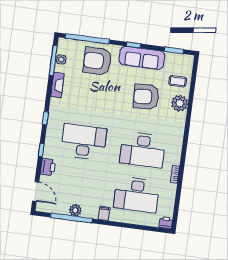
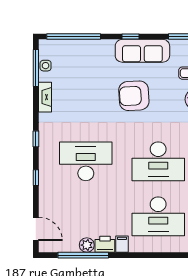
armchair: (97, 61) -> (89, 62), removed
armchair: (146, 97) -> (134, 96), moved
printer: (48, 167) -> (105, 244), moved, turned -90

